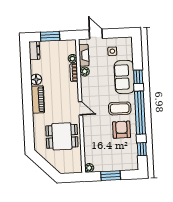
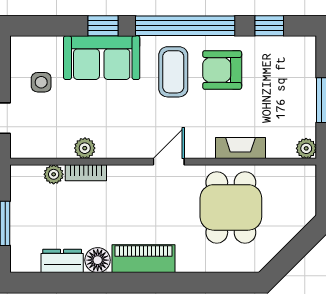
dresser: (34, 51) -> (62, 261), moved
fireplace: (84, 55) -> (240, 148), moved

